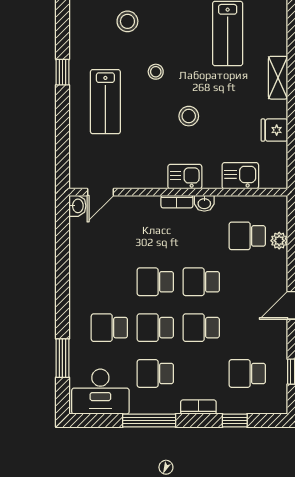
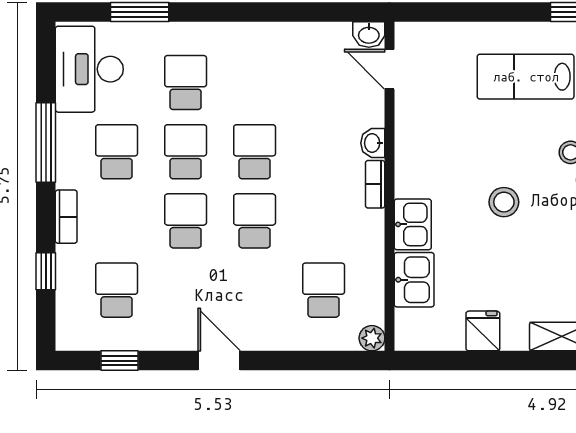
kitchen sink: (185, 177) -> (413, 224), moved
washbasin: (204, 203) -> (373, 143), moved
plant: (279, 241) -> (372, 338), moved

